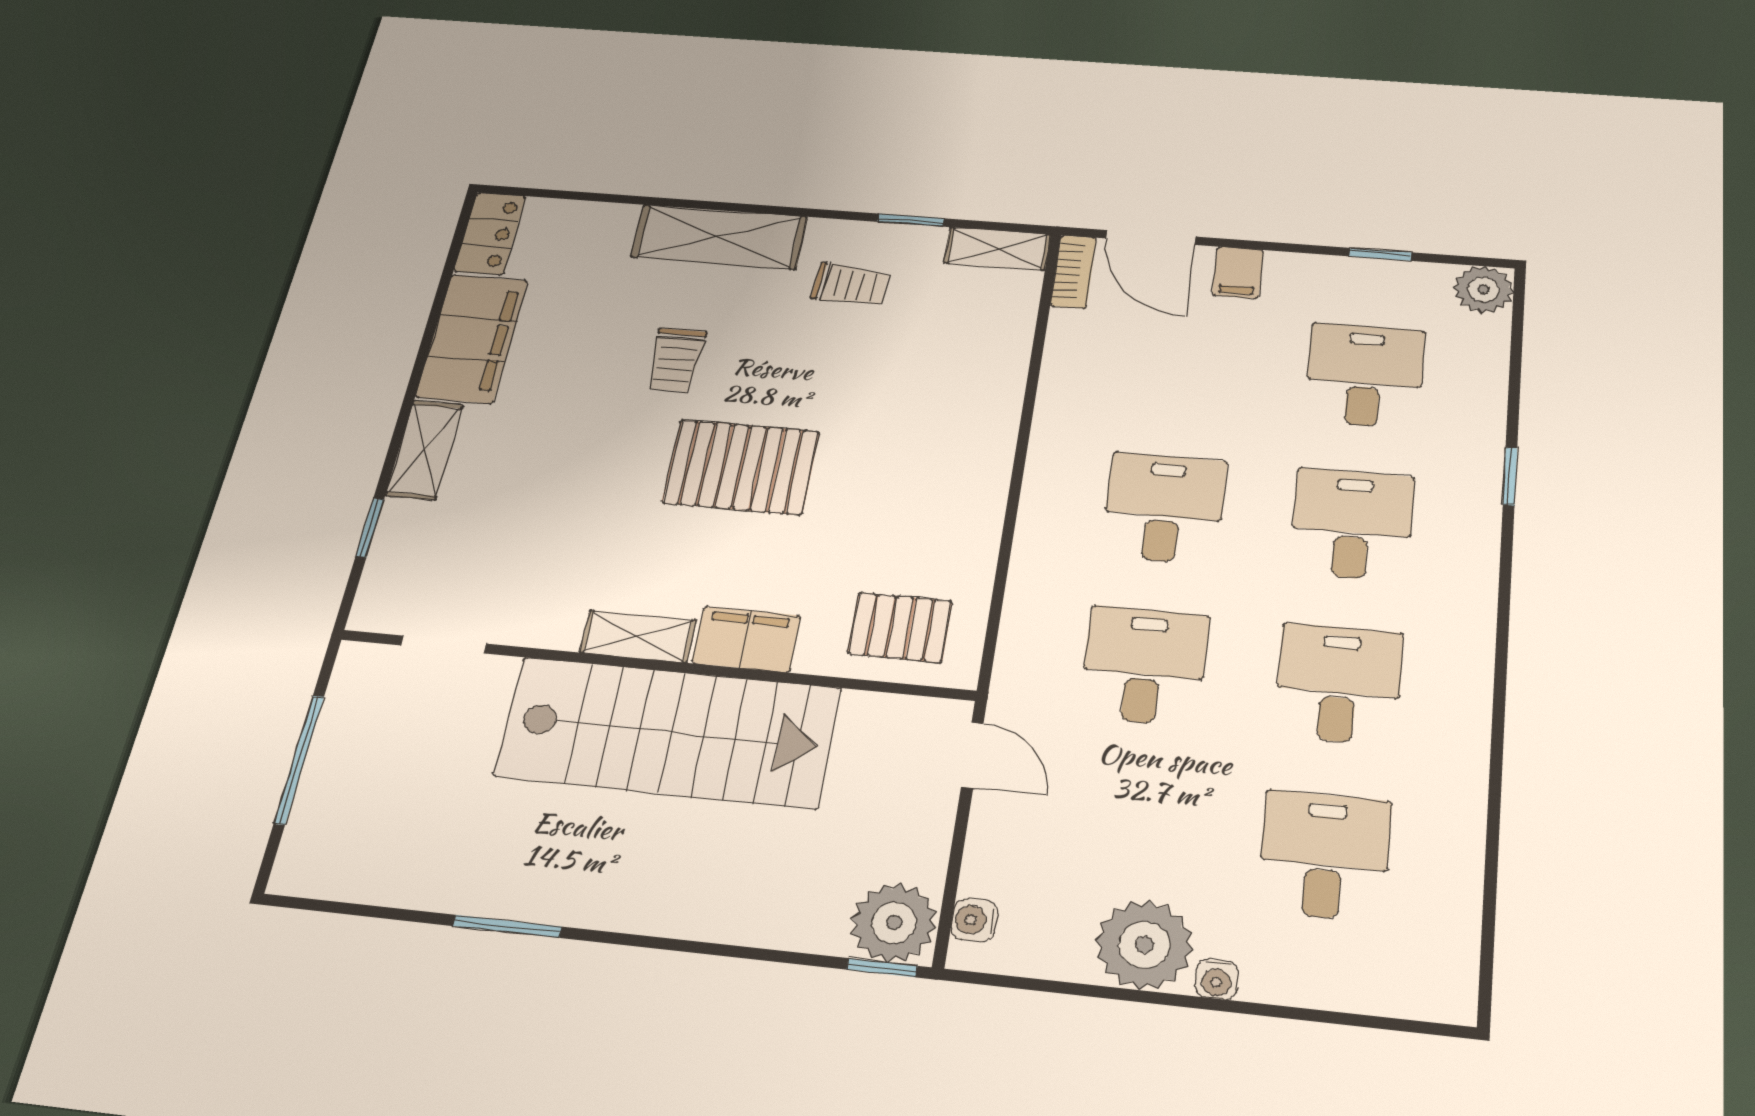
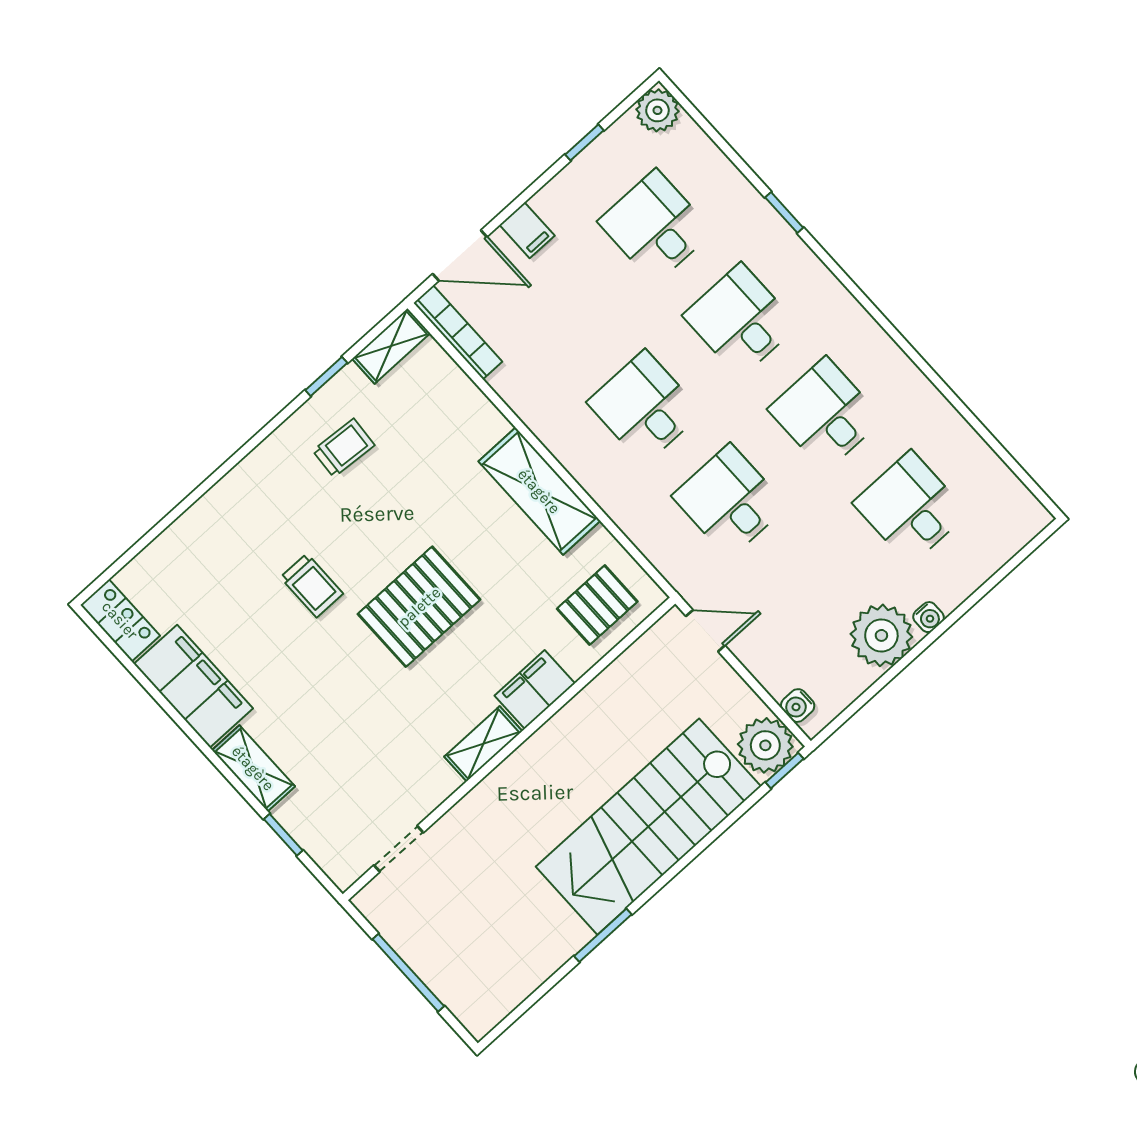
shelving: (719, 237) -> (539, 491), moved, turned 90
bookcase: (1074, 272) -> (458, 332), width x1.56
stairs: (668, 732) -> (648, 827), moved, turned 180

